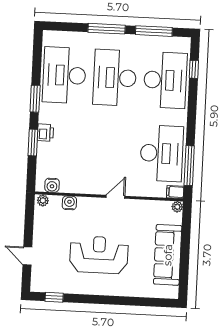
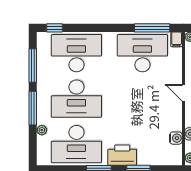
plant: (82, 38) -> (42, 130), added
window: (194, 69) -> (55, 28), moved
printer: (45, 133) -> (122, 155), width x1.87, depth x1.48
water cooler: (52, 185) -> (176, 138), moved

